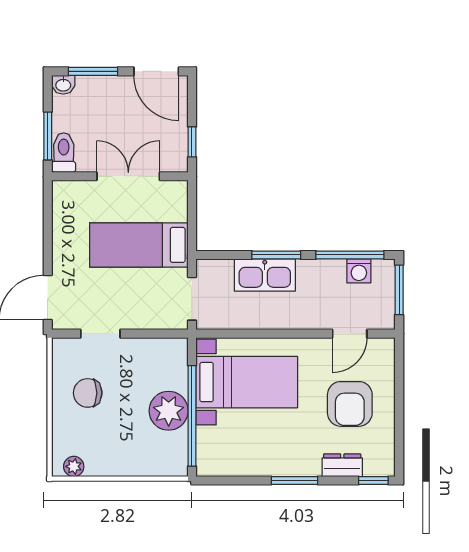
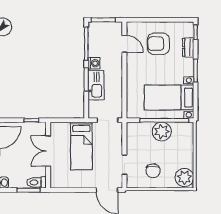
washing machine: (359, 271) -> (94, 63), moved
bed with nightstands: (247, 382) -> (169, 98), moved, turned -90
armchair: (350, 404) -> (158, 44), turned 180
plant: (74, 466) -> (184, 178), width x1.87, depth x1.87

